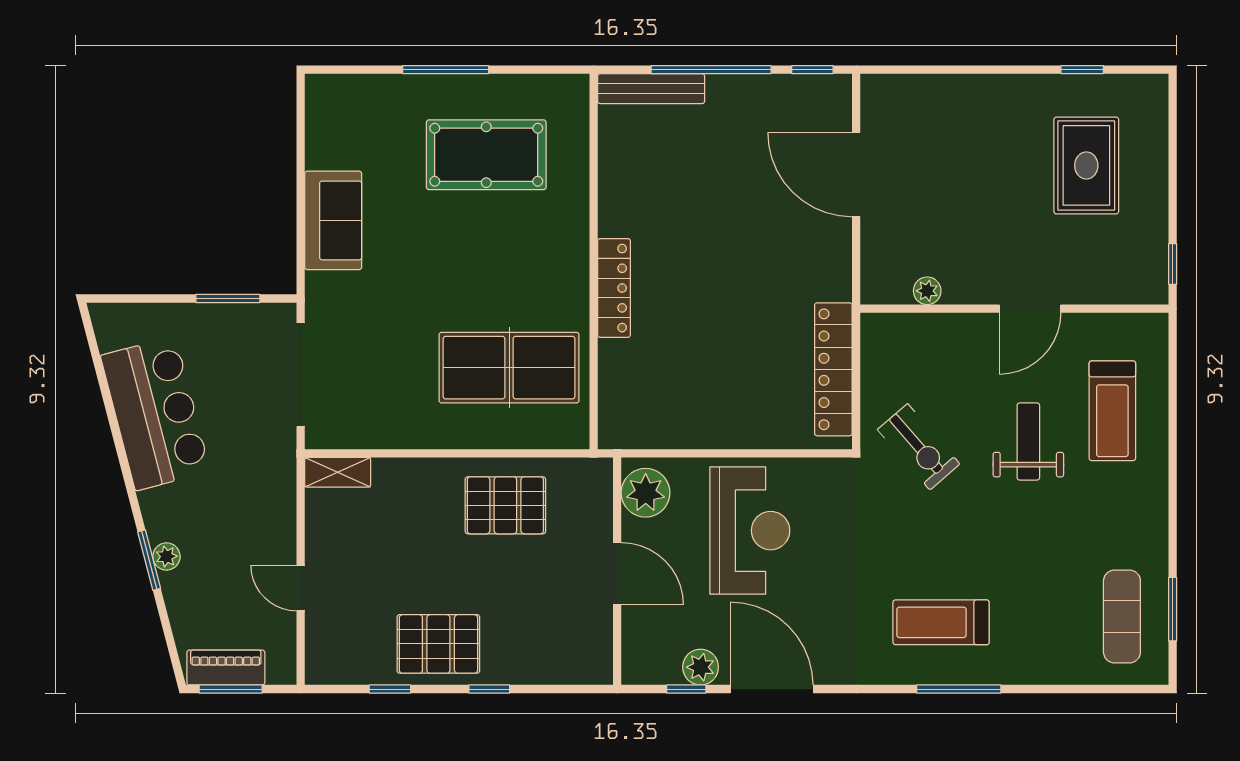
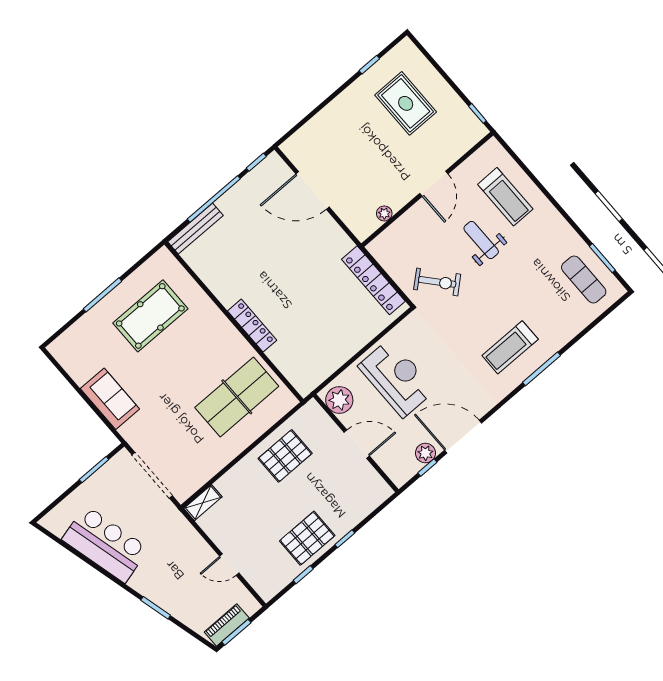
plant: (166, 556) -> (162, 600), removed

